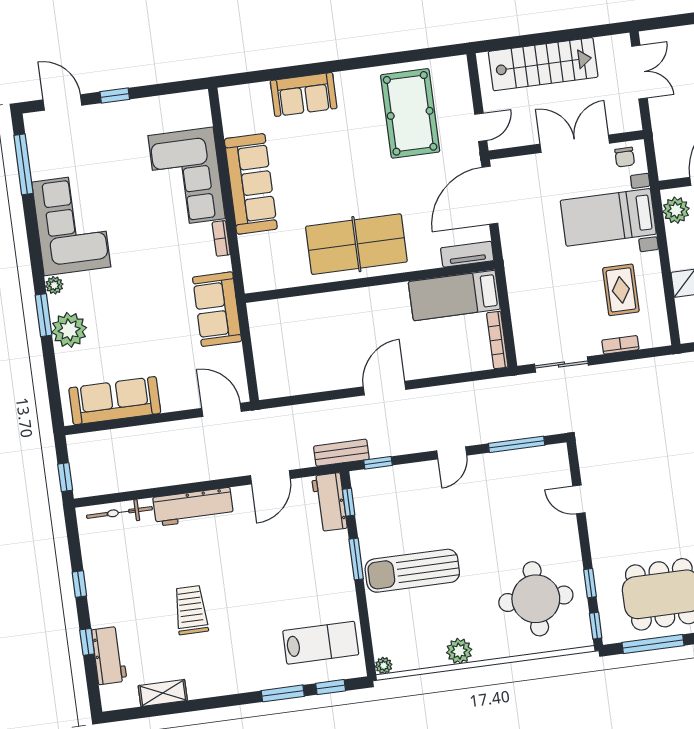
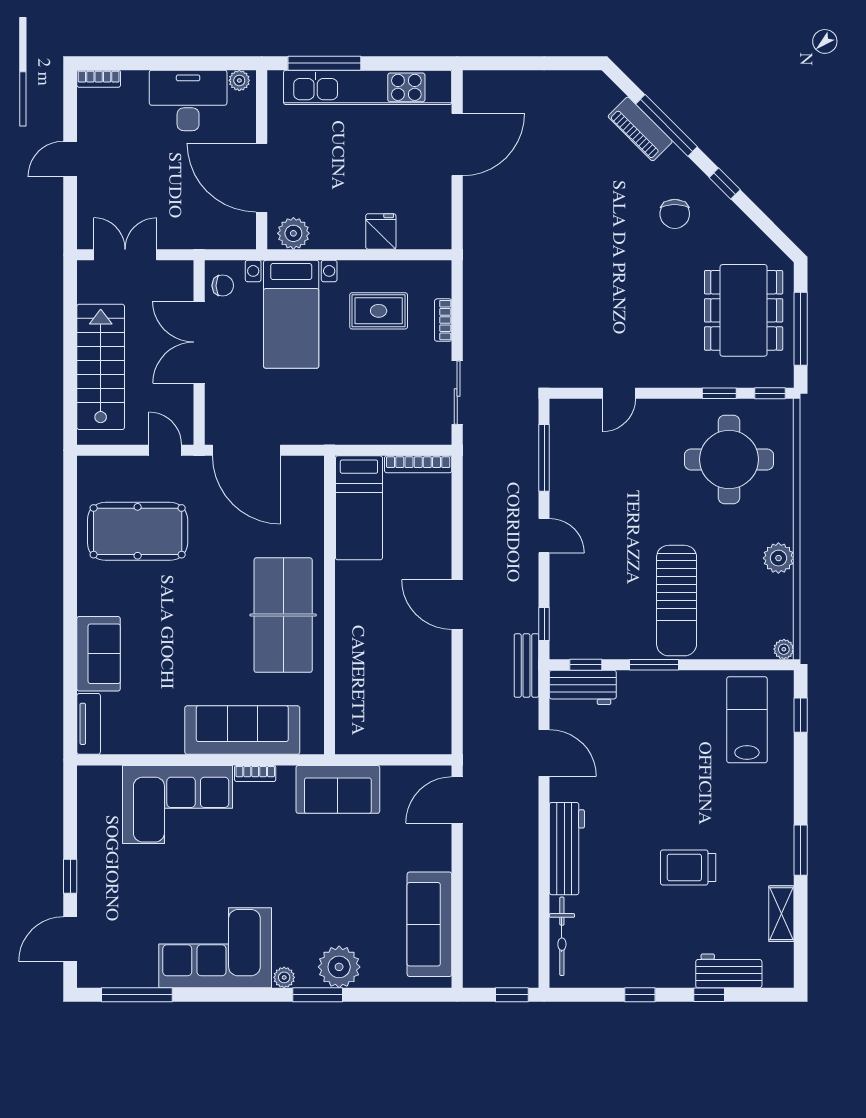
sofa: (251, 184) -> (242, 730), moved
tv unit: (467, 254) -> (89, 724), moved, turned 180
window: (283, 693) -> (801, 850), moved

